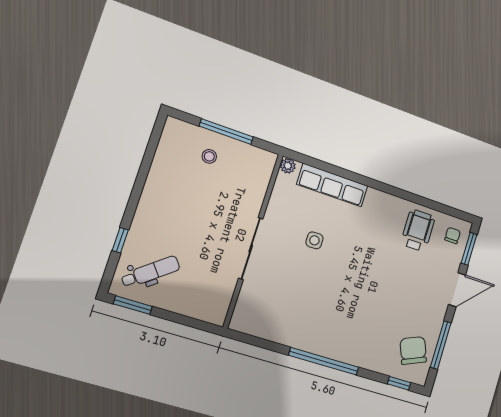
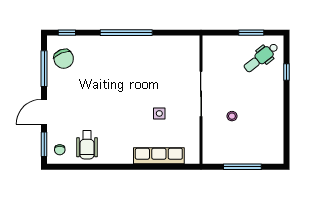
stool: (209, 156) -> (232, 116), moved
plant: (288, 166) -> (194, 158), removed
window: (133, 305) -> (251, 33), moved

